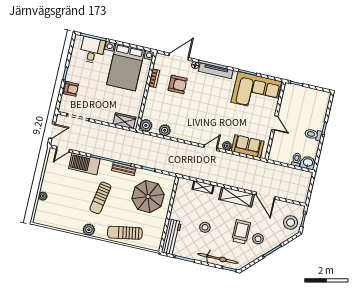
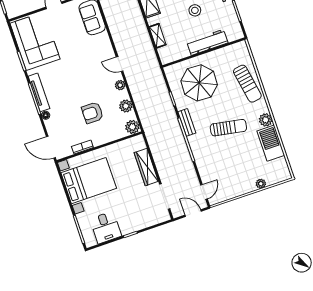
desk: (92, 50) -> (106, 227), moved, turned -90
door: (179, 57) -> (51, 147), moved
armchair: (178, 84) -> (92, 113), moved, turned -90
armchair: (71, 89) -> (142, 220), removed
wardrobe: (124, 121) -> (146, 167), moved, width x1.50
plant: (227, 146) -> (120, 85), moved
door: (210, 148) -> (120, 64), moved
door: (63, 149) -> (204, 192), hinge flipped
barbecue: (84, 164) -> (271, 143), moved, turned 180
workbench: (171, 237) -> (207, 42), moved

